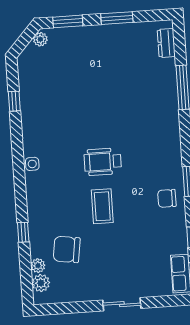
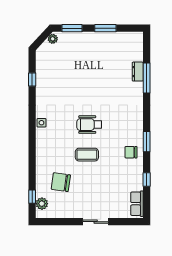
dresser: (166, 43) -> (138, 72), moved
coffee table: (102, 206) -> (87, 155), turned 90
window: (23, 232) -> (32, 197), moved
plant: (38, 266) -> (41, 192), removed

